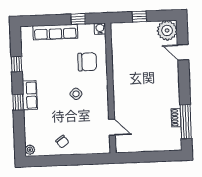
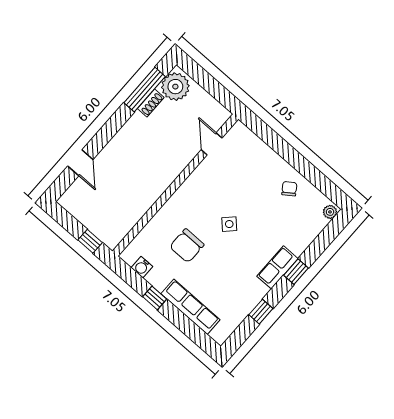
plant: (167, 30) -> (175, 87), moved
chair: (87, 62) -> (187, 246), turned -90
wall: (110, 88) -> (175, 185), moved
door: (112, 127) -> (212, 144), moved

